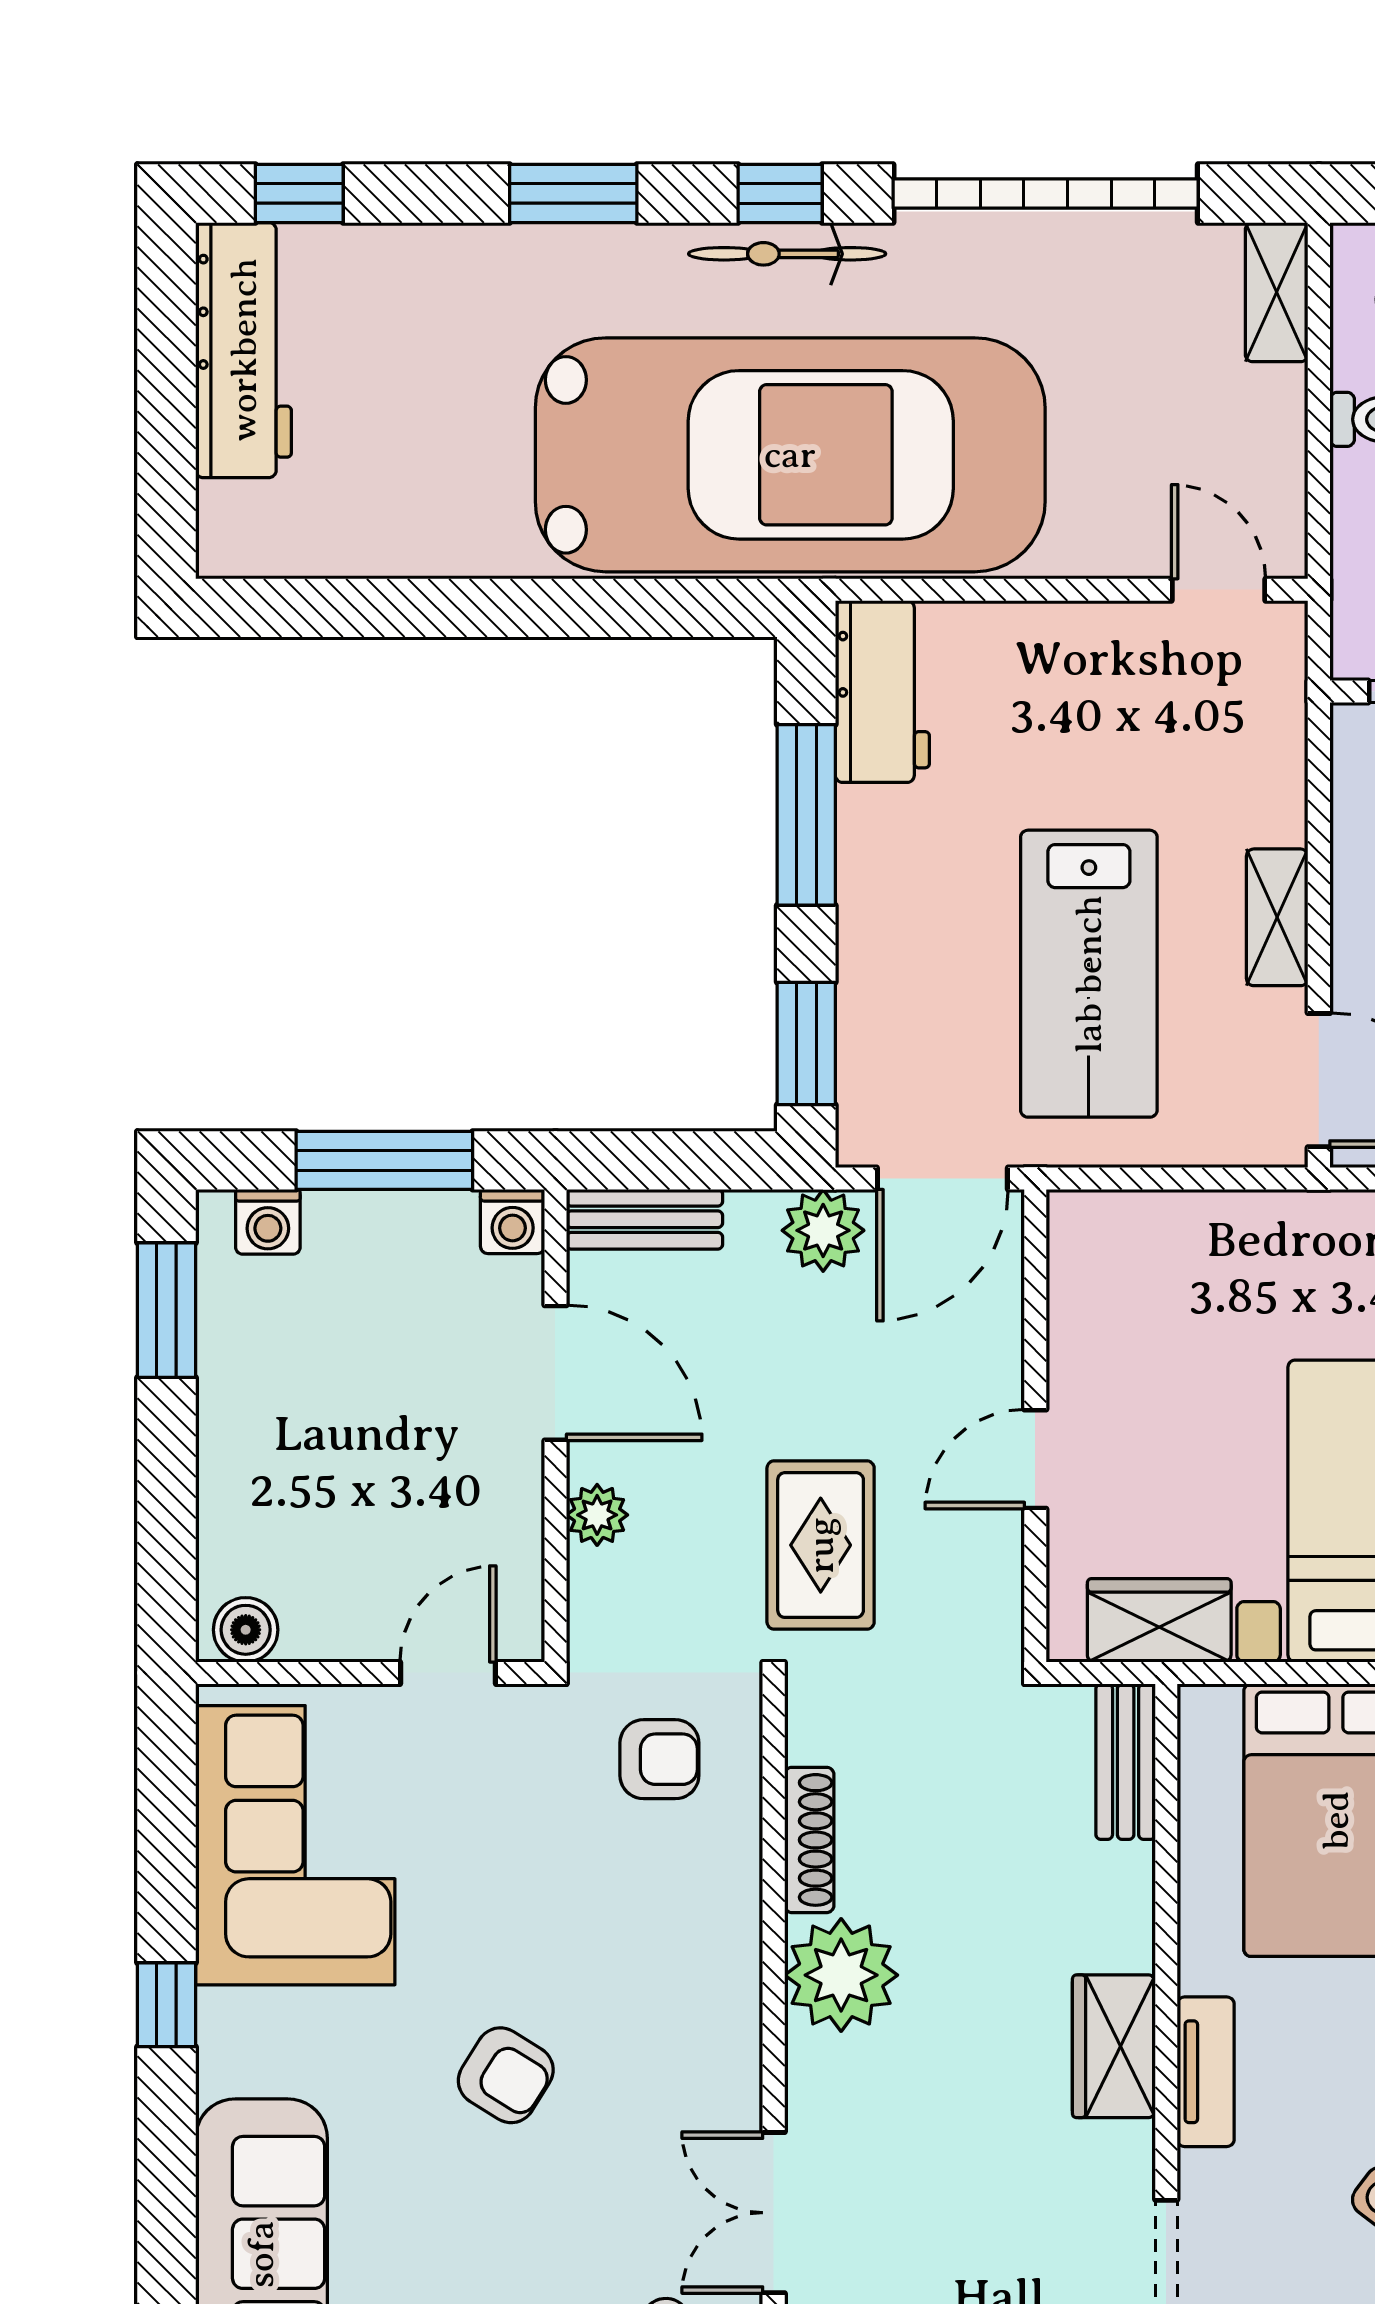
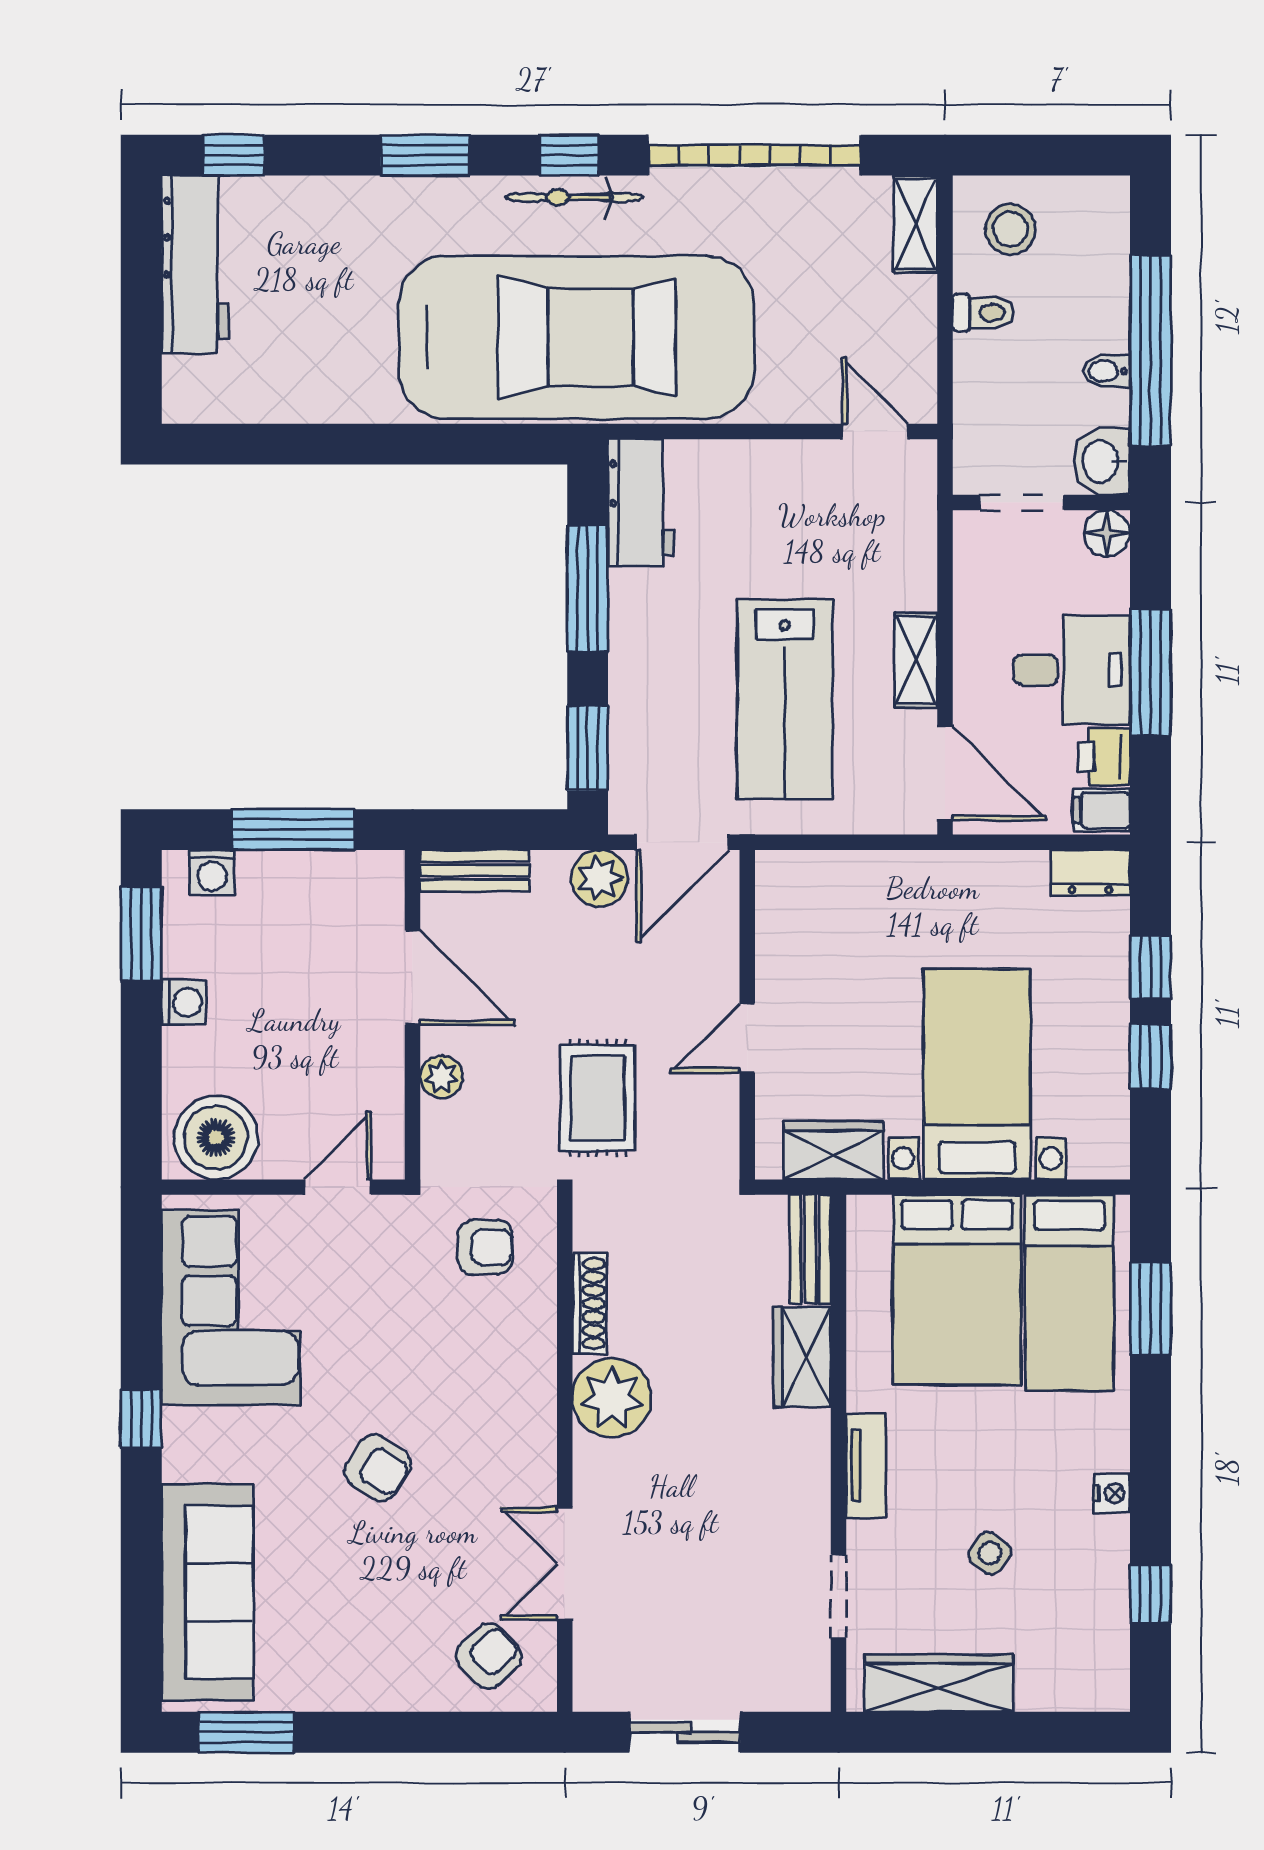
washing machine: (513, 1222) -> (184, 1002), moved, turned -90
boiler: (246, 1630) -> (216, 1138), width x1.86, depth x1.86
wardrobe: (1114, 2046) -> (802, 1357), moved

